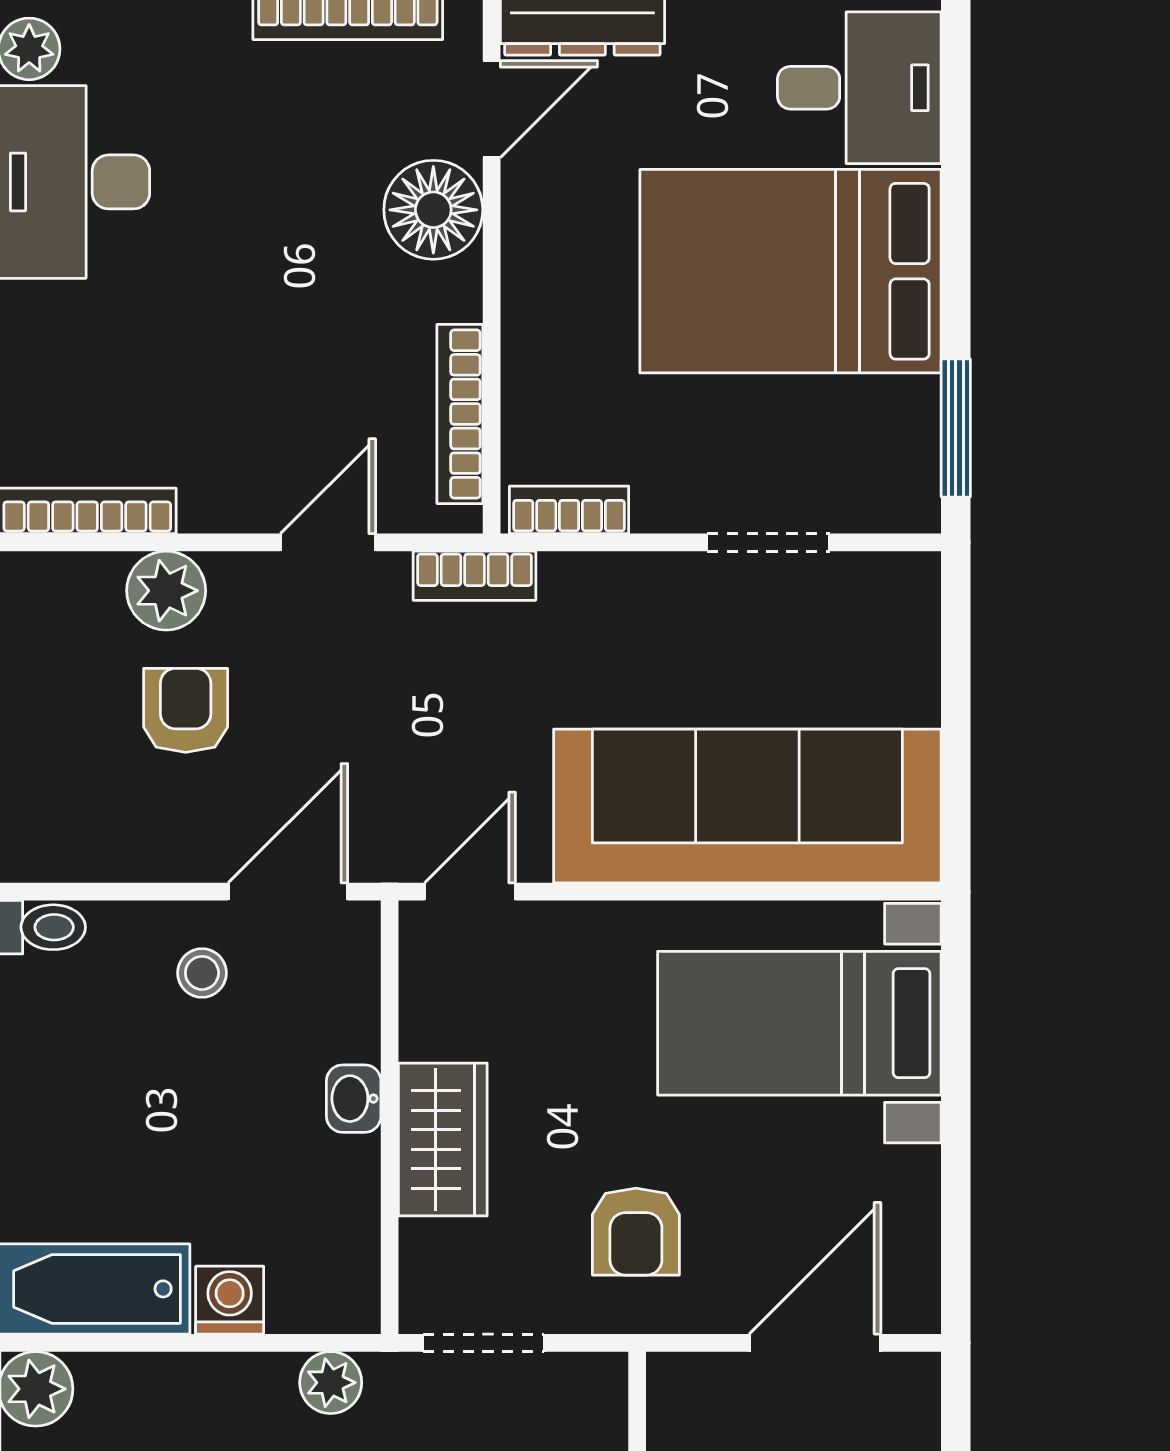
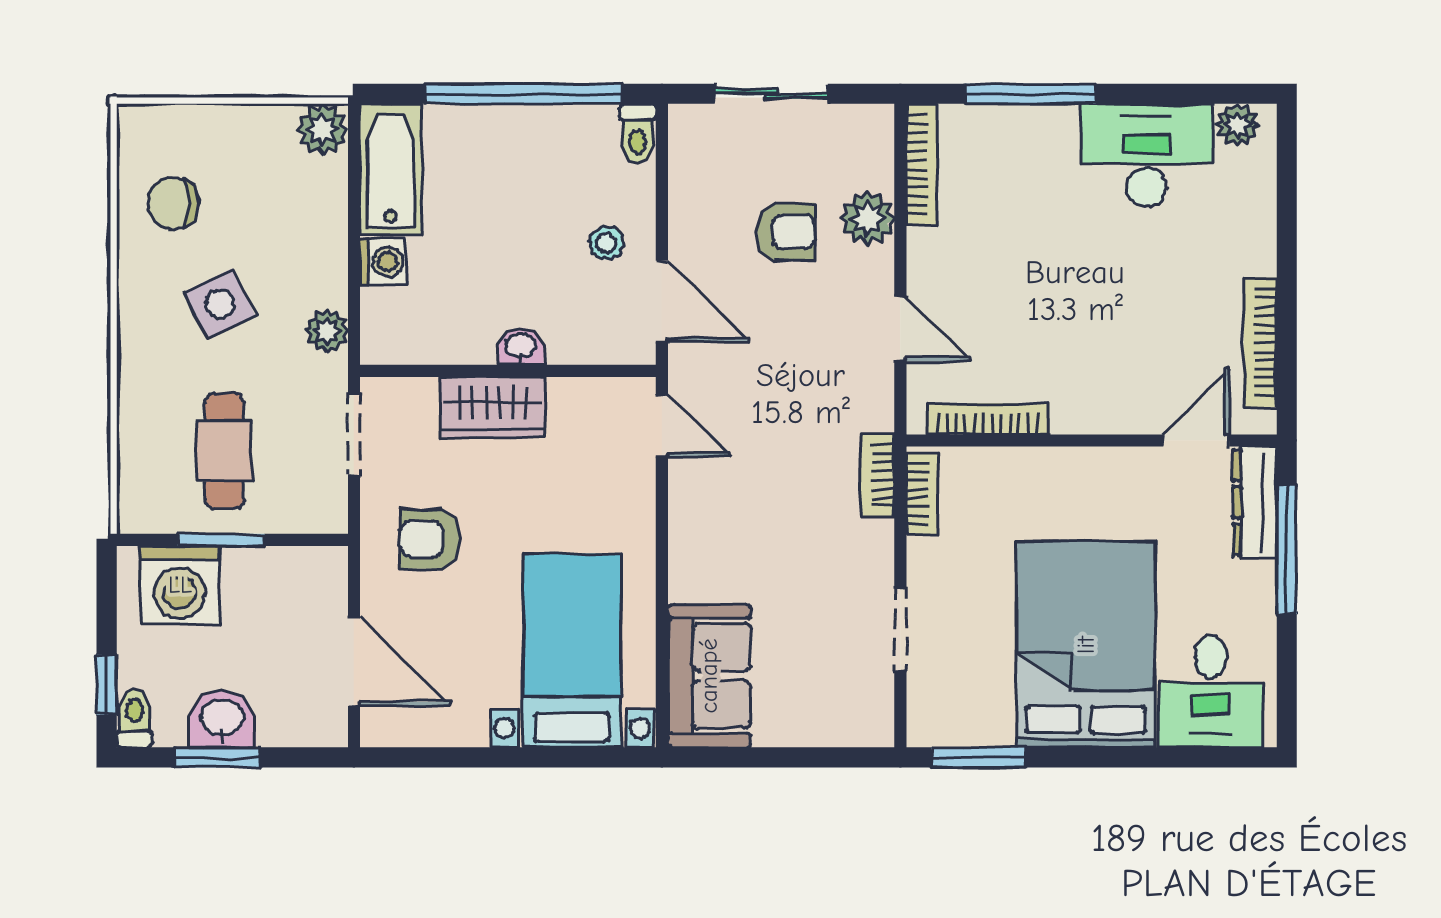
door: (492, 109) -> (1196, 440), swing flipped
floor lamp: (433, 210) -> (1127, 401), removed
bookcase: (474, 576) -> (878, 475), moved
sofa: (747, 806) -> (709, 676), width x0.54, depth x0.79

